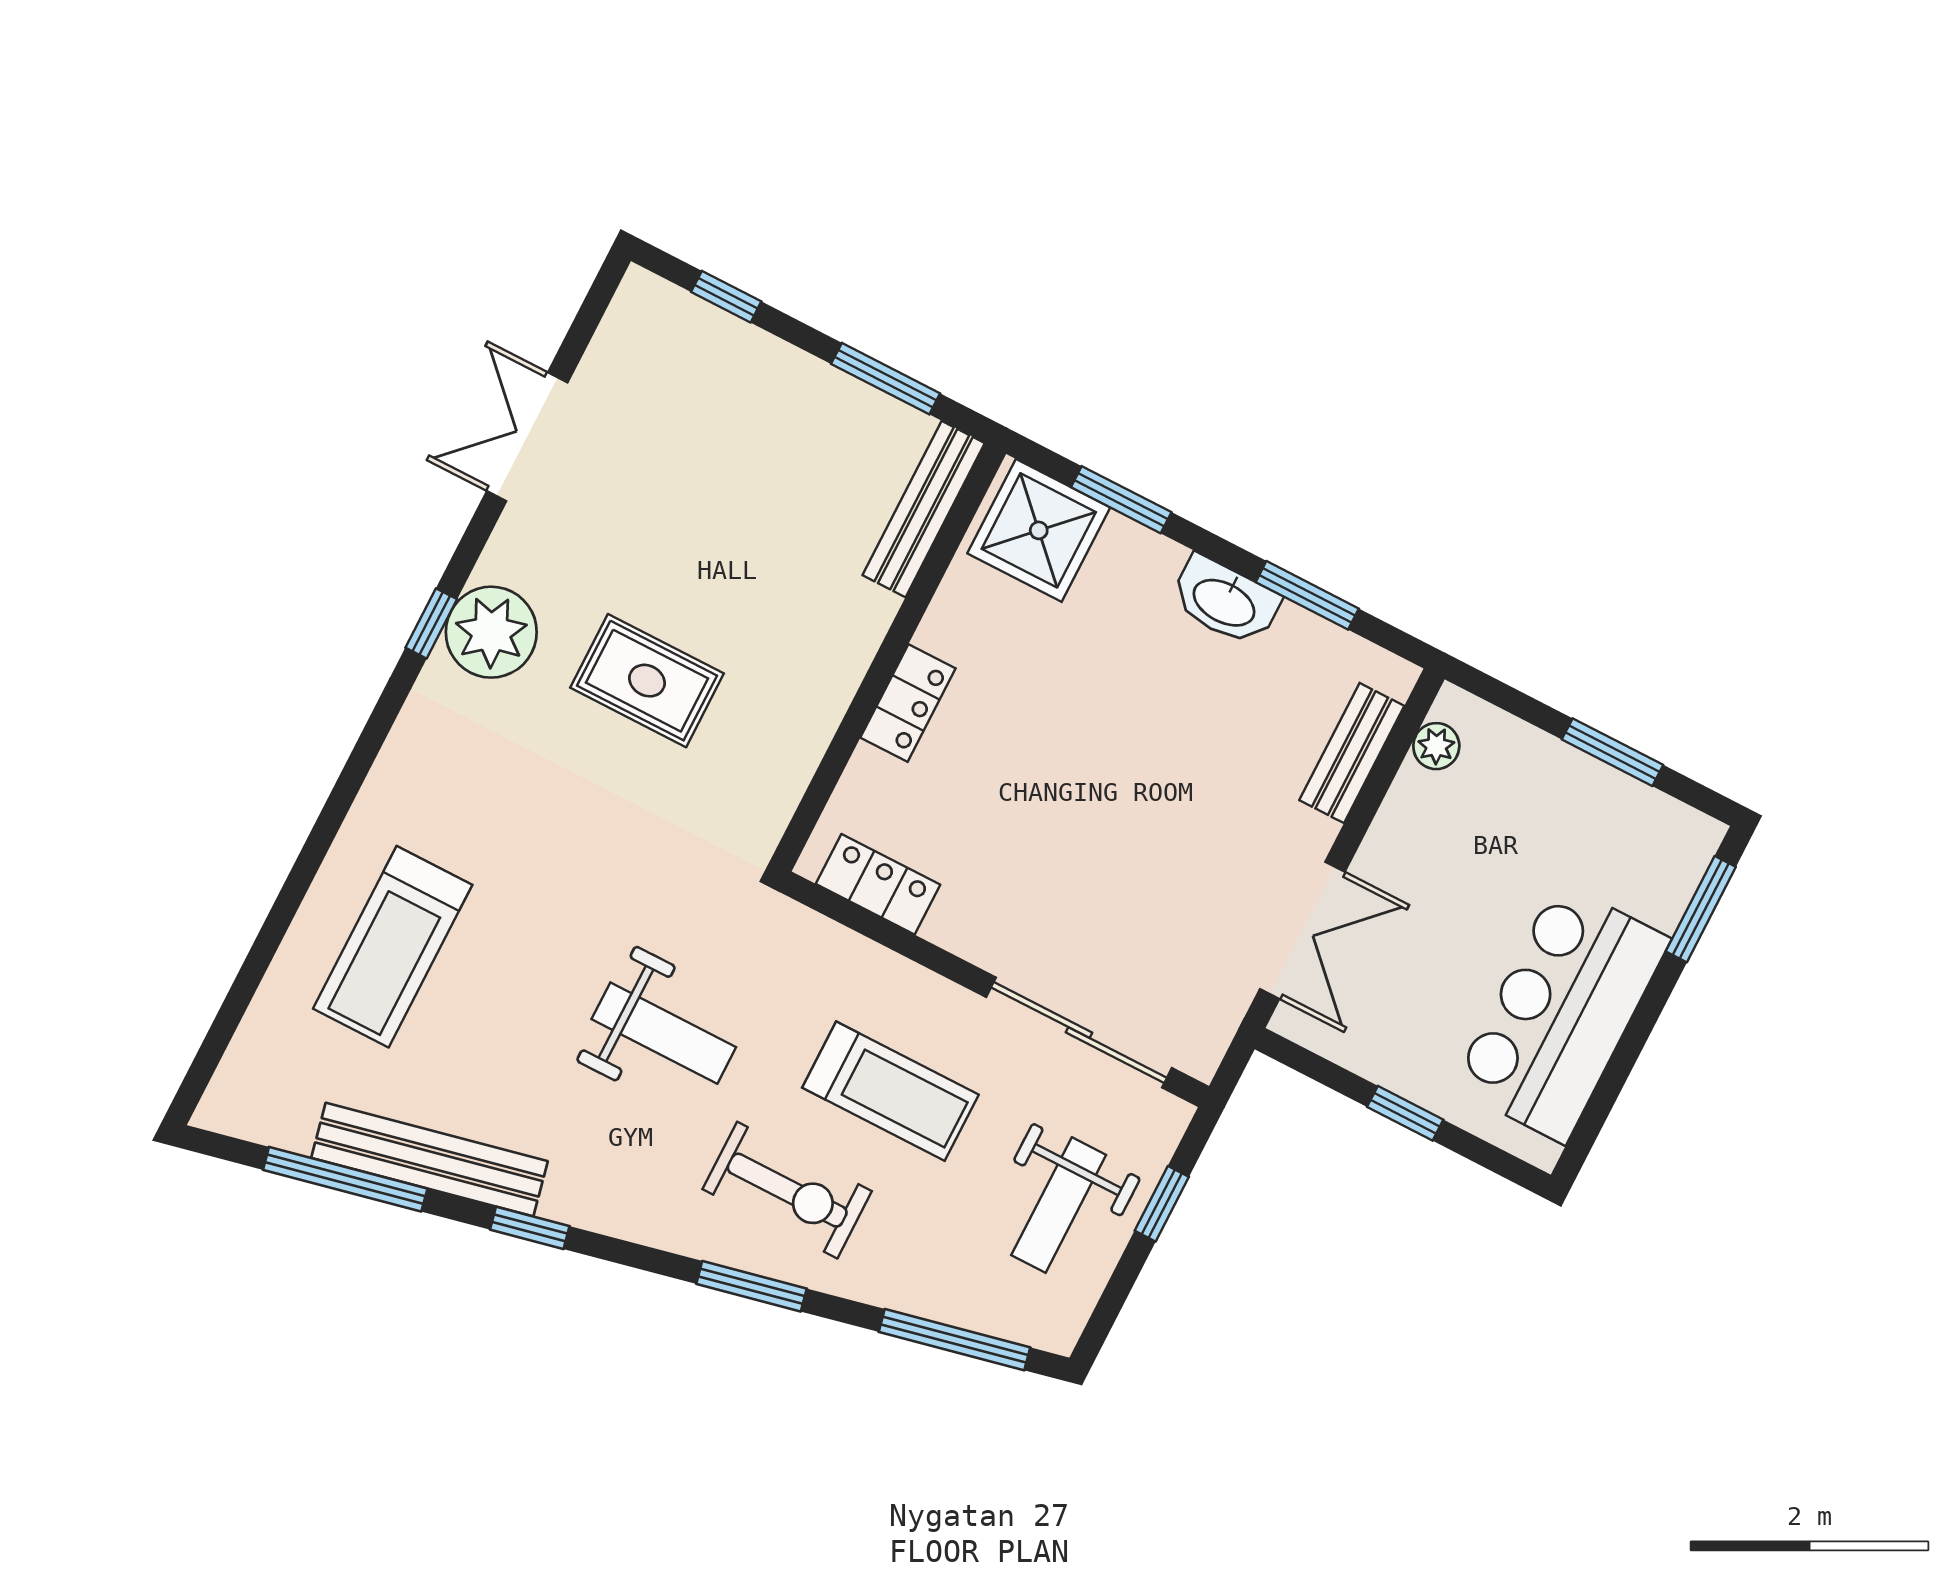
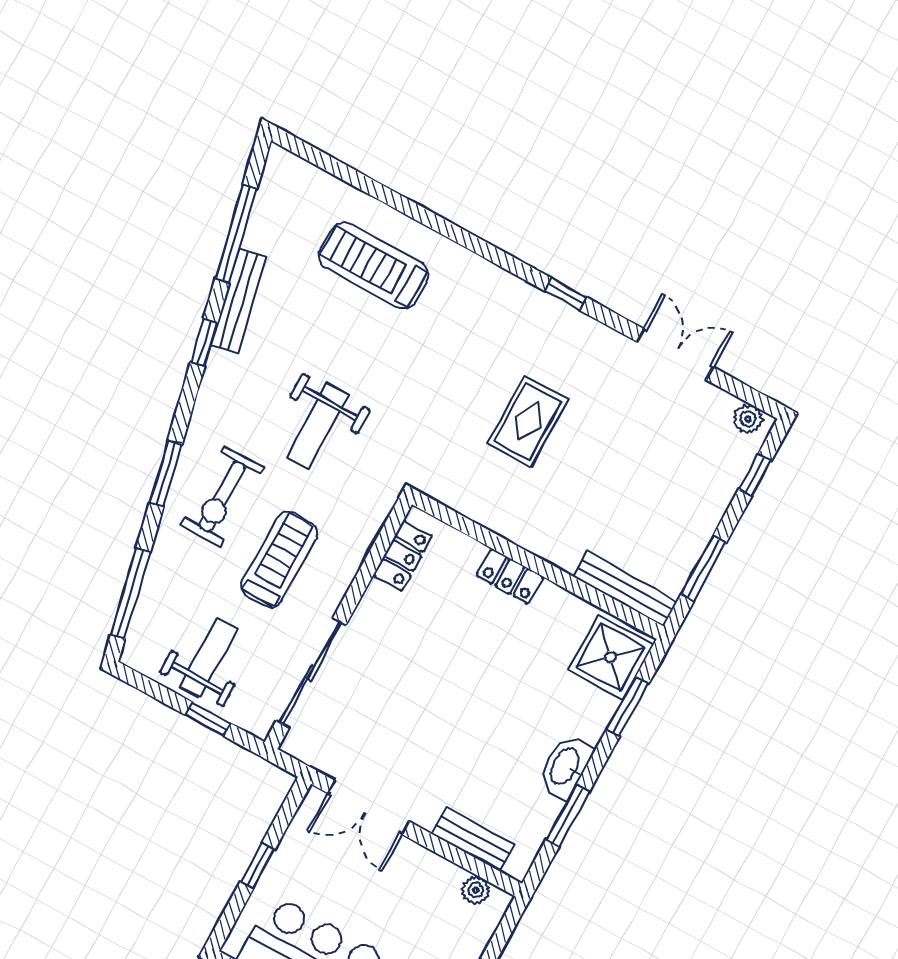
plant: (491, 632) -> (748, 419), moved, width x0.53, depth x0.53
treadmill: (890, 1091) -> (279, 559), turned 180
bench: (430, 1160) -> (238, 301), width x0.73, depth x0.82
weight bench: (1059, 1205) -> (209, 658), turned 90

